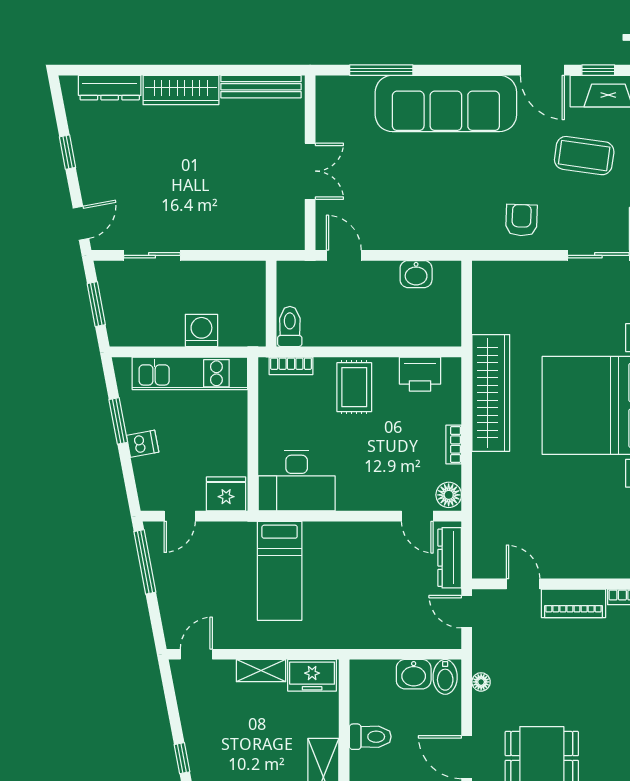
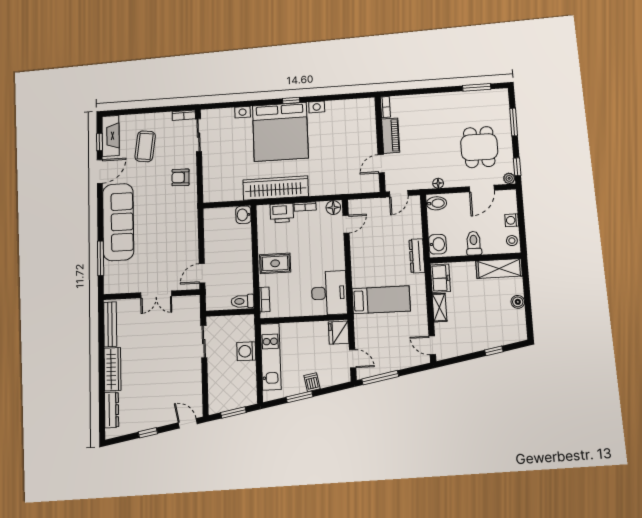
double door: (310, 171) -> (156, 294), swing flipped
sliding door: (152, 255) -> (204, 342), moved
washbasin: (416, 274) -> (243, 215), moved, turned 180
printer: (420, 374) -> (282, 213), moved, turned 90
dresser: (450, 558) -> (417, 256), moved, turned 90
washbasin: (414, 674) -> (438, 244), moved

